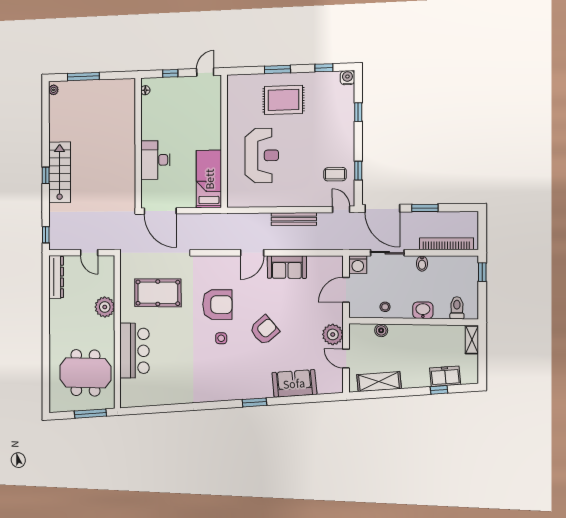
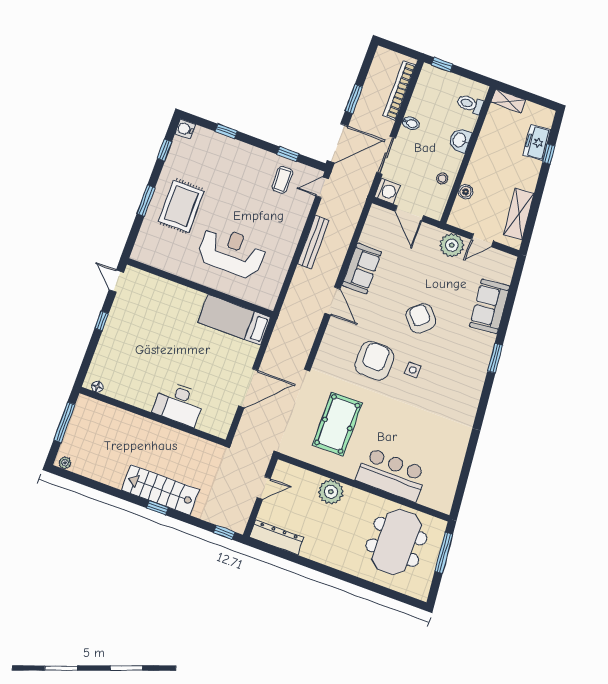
floor lamp: (145, 90) -> (97, 387), moved
wall: (138, 143) -> (153, 416), moved
desk: (155, 160) -> (179, 404), moved

